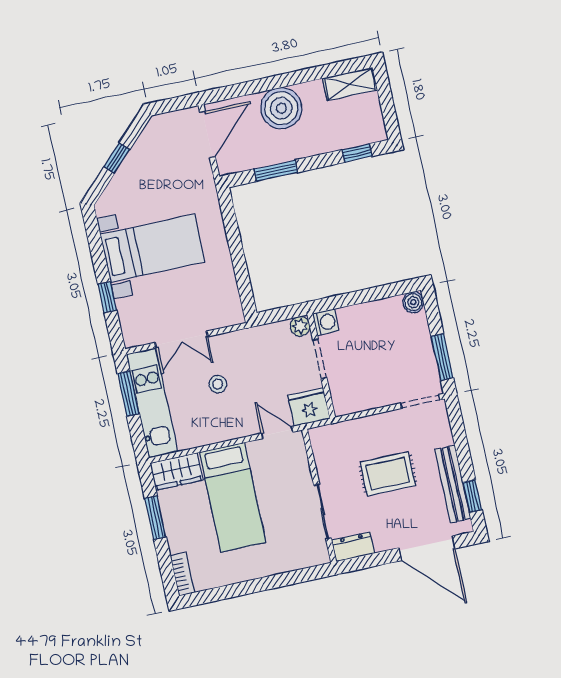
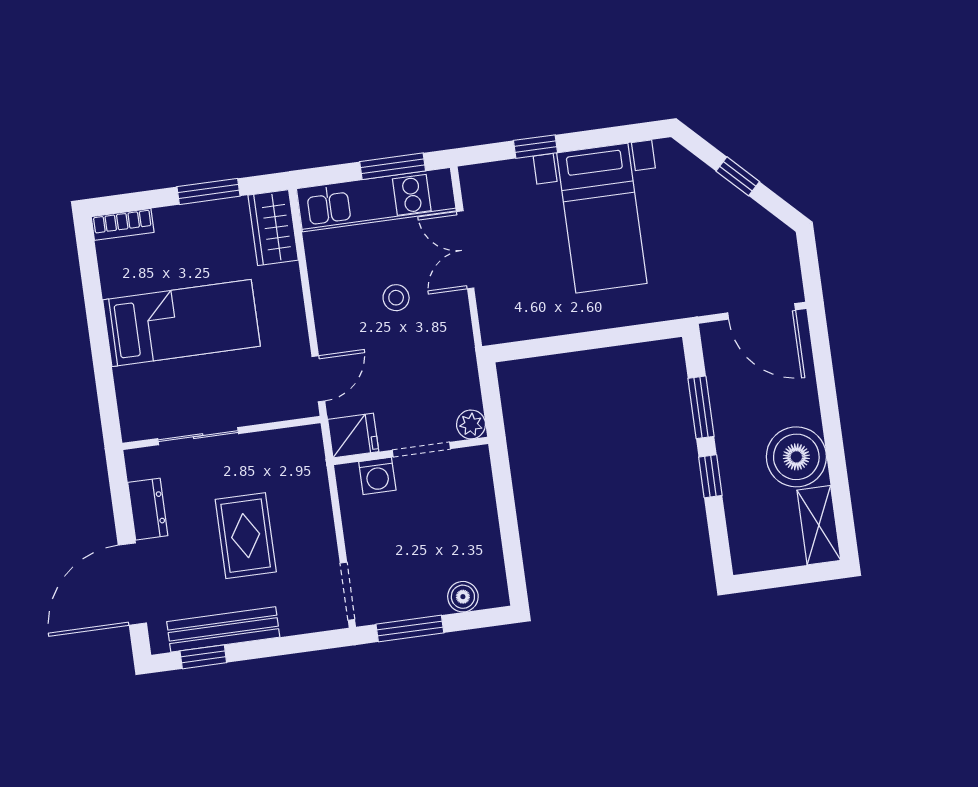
boiler: (281, 108) -> (796, 457), moved
window: (357, 153) -> (710, 476), moved
boiler: (413, 302) -> (463, 597), moved
washing machine: (326, 322) -> (377, 476), moved
fridge: (309, 407) -> (353, 436), width x0.72
bed: (233, 497) -> (181, 323), moved, turned 180
dresser: (353, 547) -> (148, 509), moved

